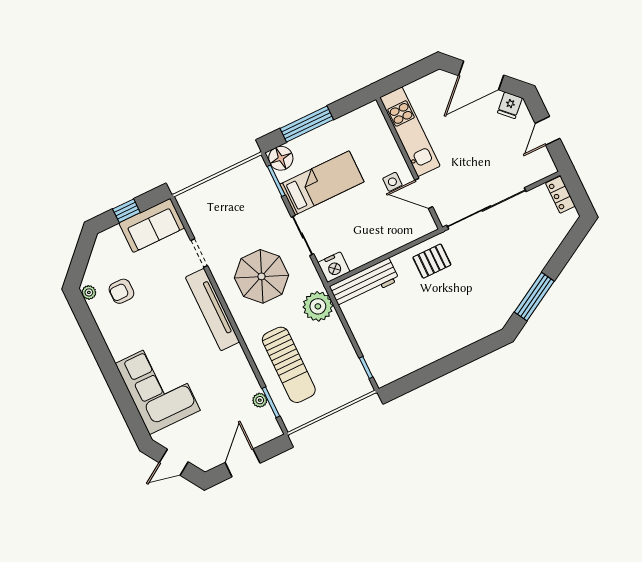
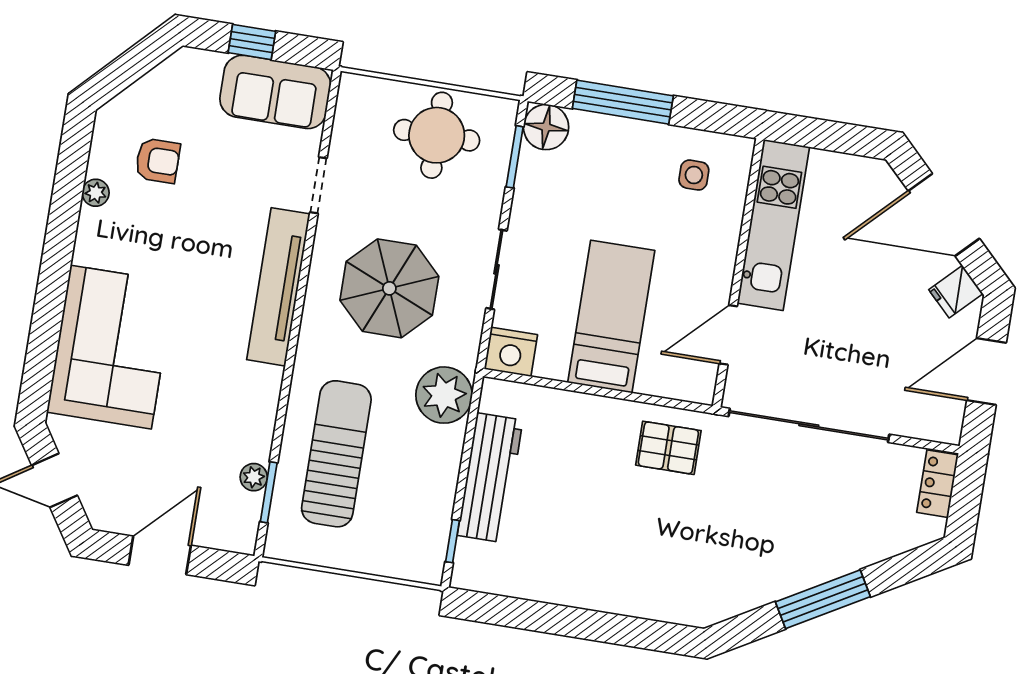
door: (548, 131) -> (986, 372), width x1.38
side table: (392, 182) -> (694, 175), moved
bed: (322, 183) -> (611, 317), moved, turned -90
door: (424, 193) -> (728, 335), hinge flipped
round table: (235, 195) -> (437, 135), added
workbench: (364, 283) -> (490, 478), moved, turned -90
armchair: (121, 291) -> (158, 161), turned 180
plant: (89, 292) -> (96, 193), moved
window: (534, 297) -> (823, 599), moved
sun lounger: (289, 365) -> (336, 454), turned 180

